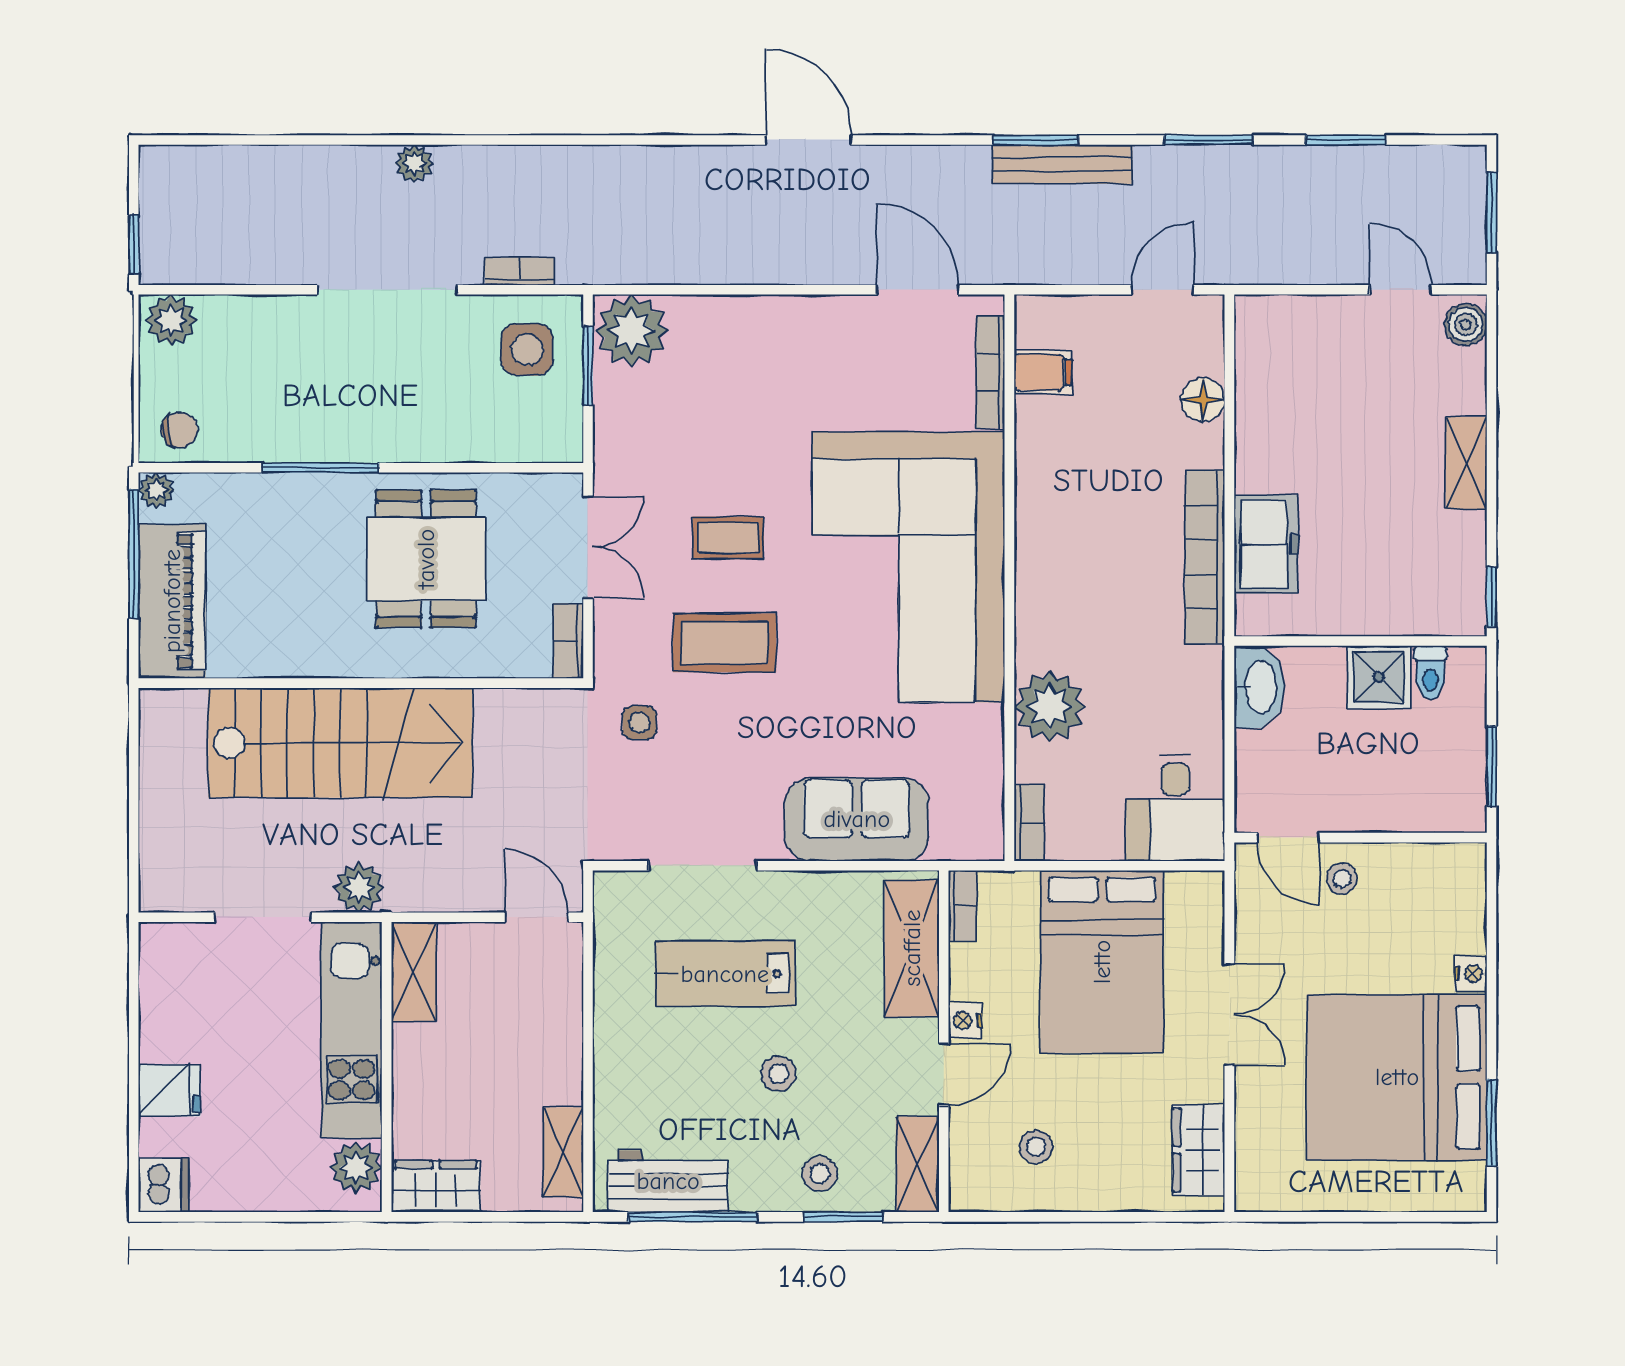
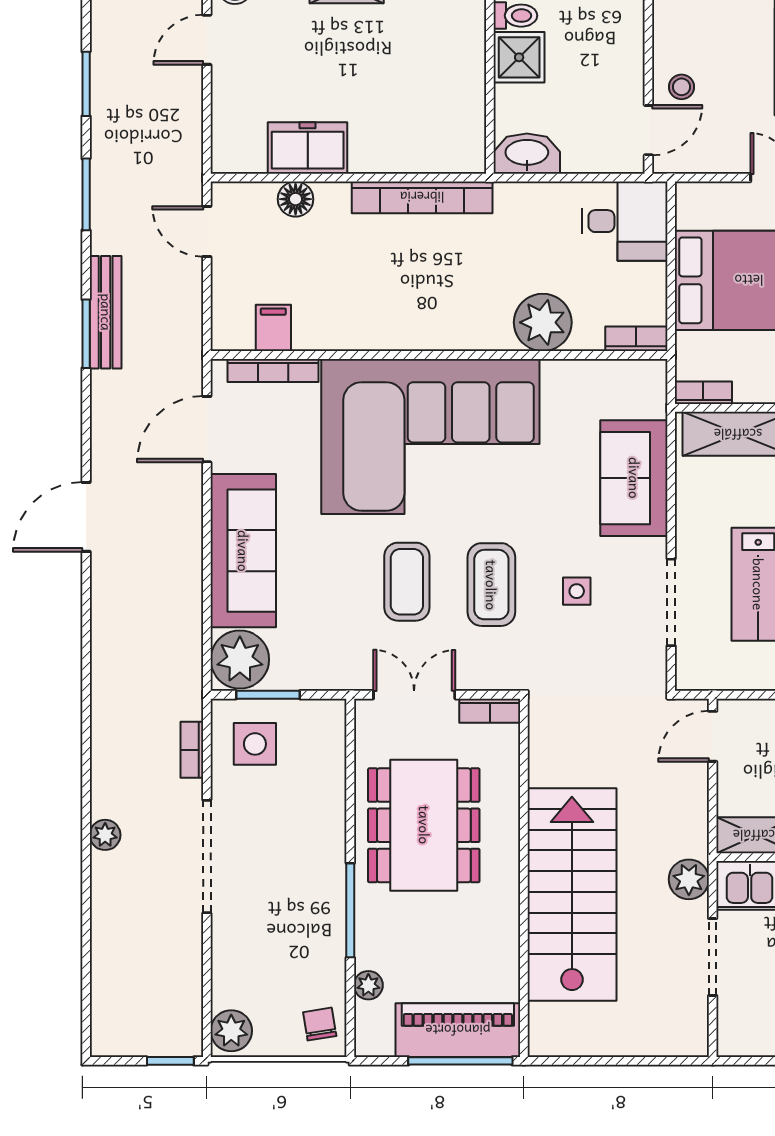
sofa: (767, 335) -> (243, 551), added
plant: (156, 490) -> (368, 985), moved
coffee table: (728, 538) -> (407, 582), width x1.36, depth x1.30
freezer: (1266, 544) -> (308, 148), moved
window: (134, 554) -> (460, 1061), moved
dining table: (426, 559) -> (424, 825), width x1.38
side table: (639, 723) -> (577, 591), moved

